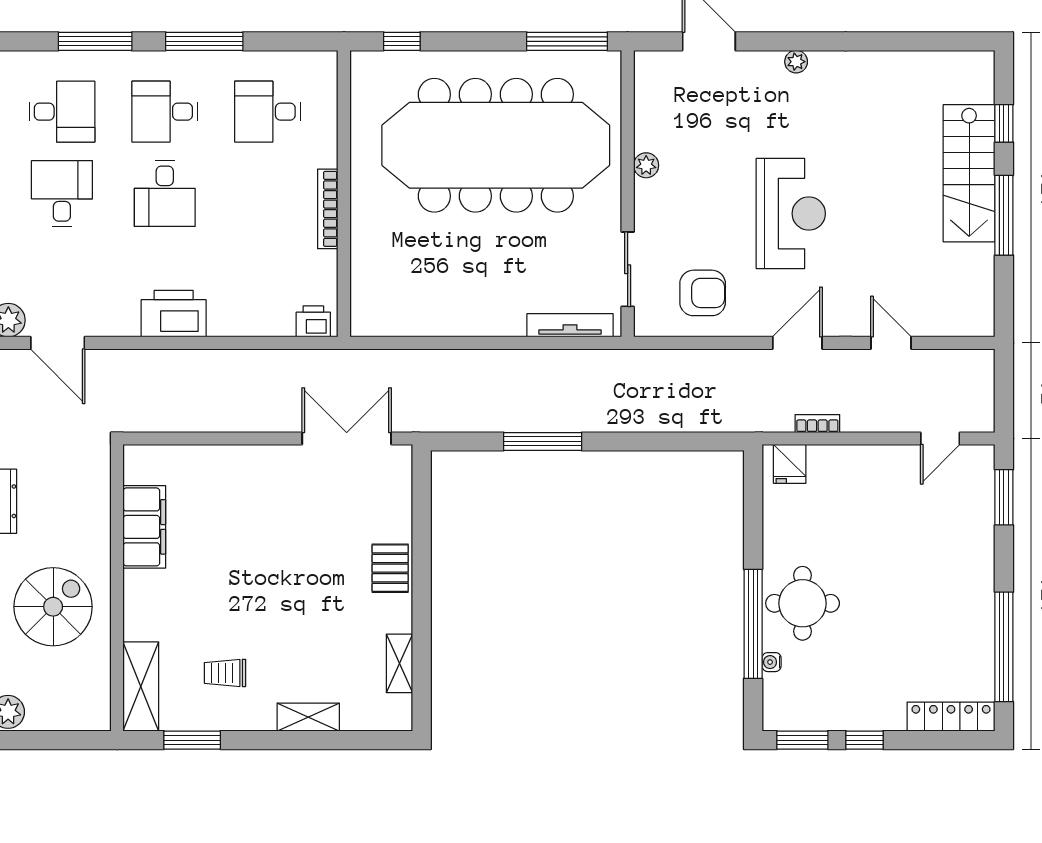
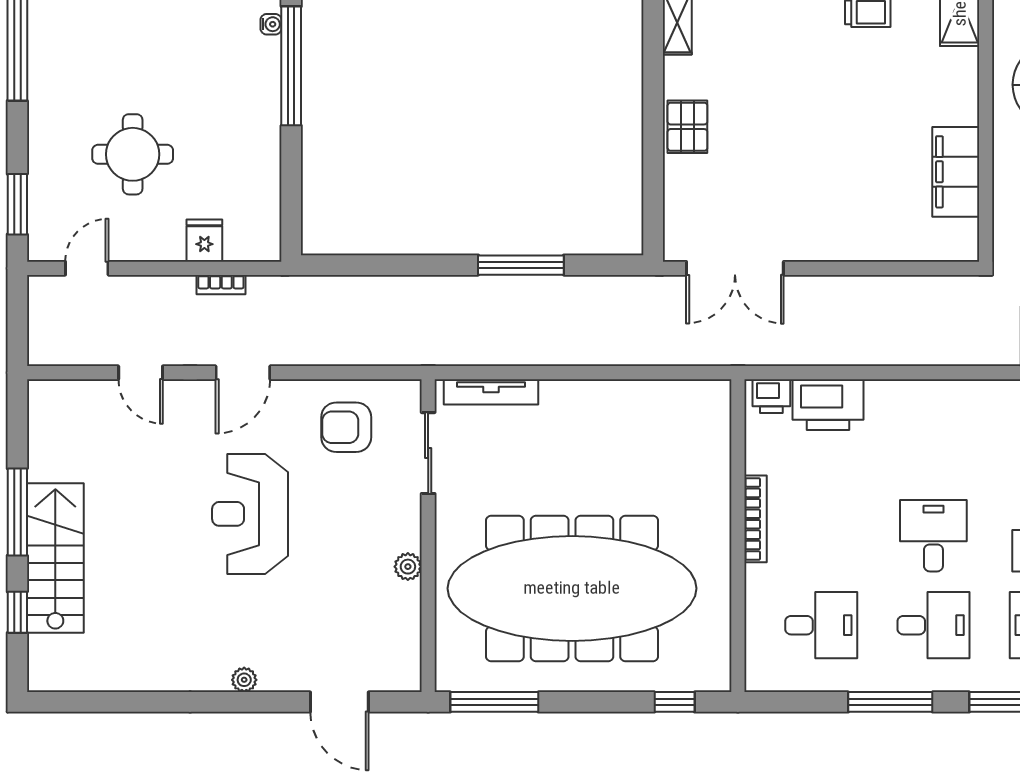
printer: (174, 314) -> (828, 405), moved
fridge: (790, 464) -> (204, 241), moved
round table: (803, 603) -> (133, 154), moved

